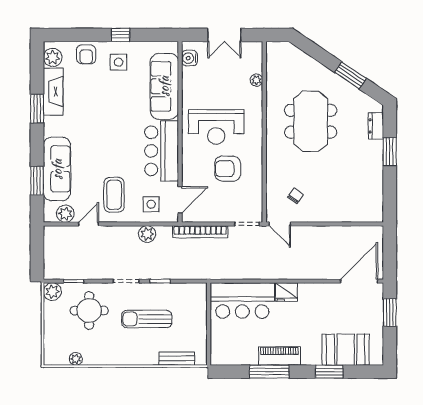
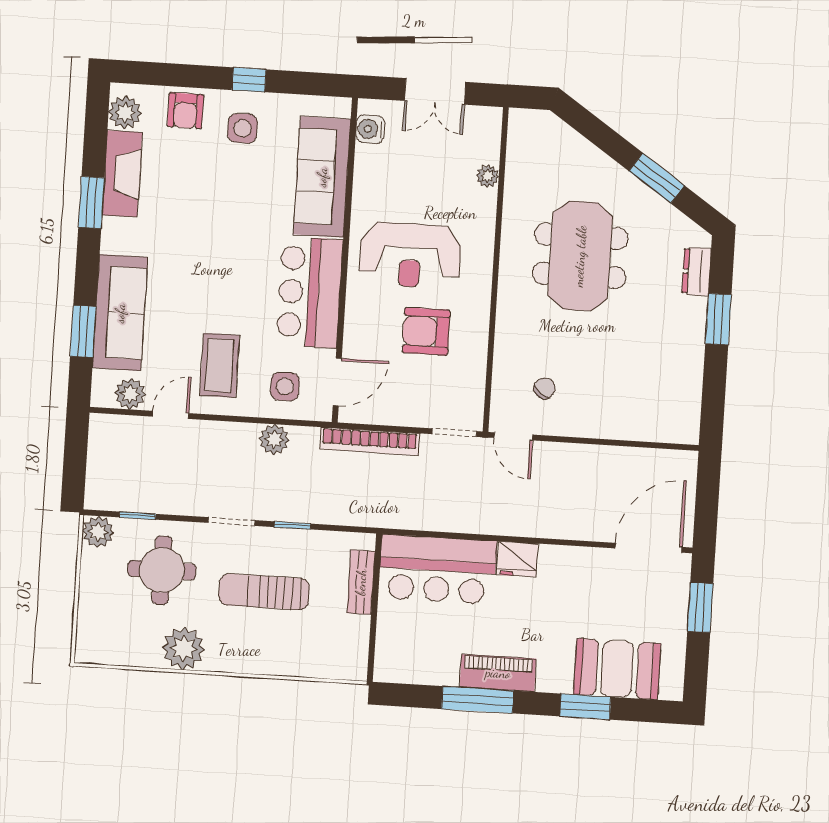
plant: (76, 359) -> (183, 648), moved, width x1.87, depth x1.87
bench: (177, 359) -> (361, 582), moved, turned 90

